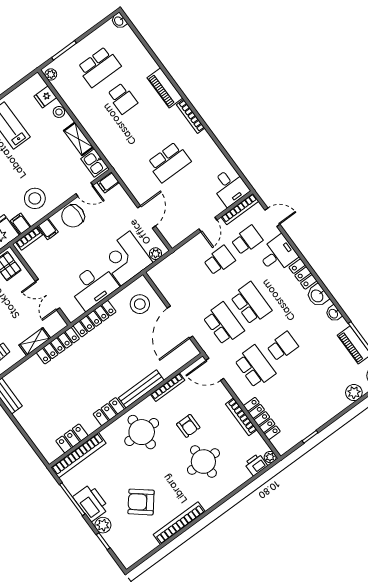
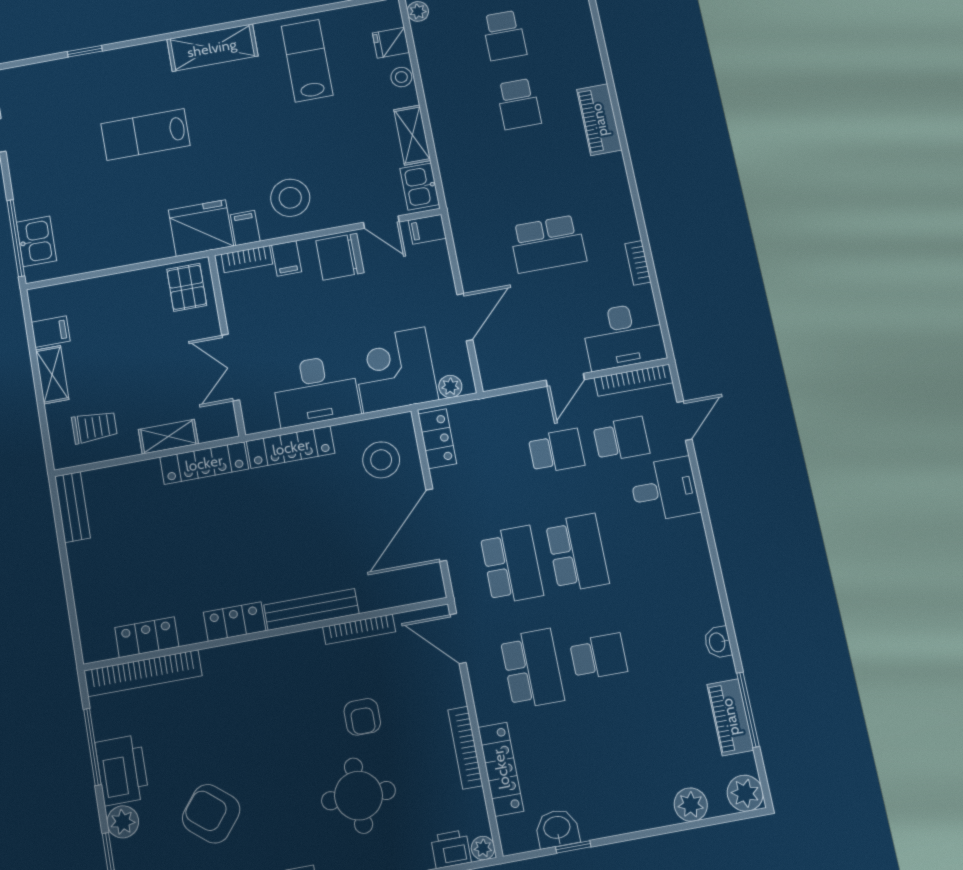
school desk: (99, 67) -> (504, 35), width x0.54
bookcase: (191, 116) -> (638, 263), moved, width x0.64
desk: (230, 187) -> (624, 336), width x1.37
door: (272, 217) -> (684, 421), hinge flipped
locker: (303, 274) -> (437, 439), moved, turned 180
washbasin: (317, 296) -> (557, 828), moved, turned 90
round table: (142, 432) -> (274, 687), removed

